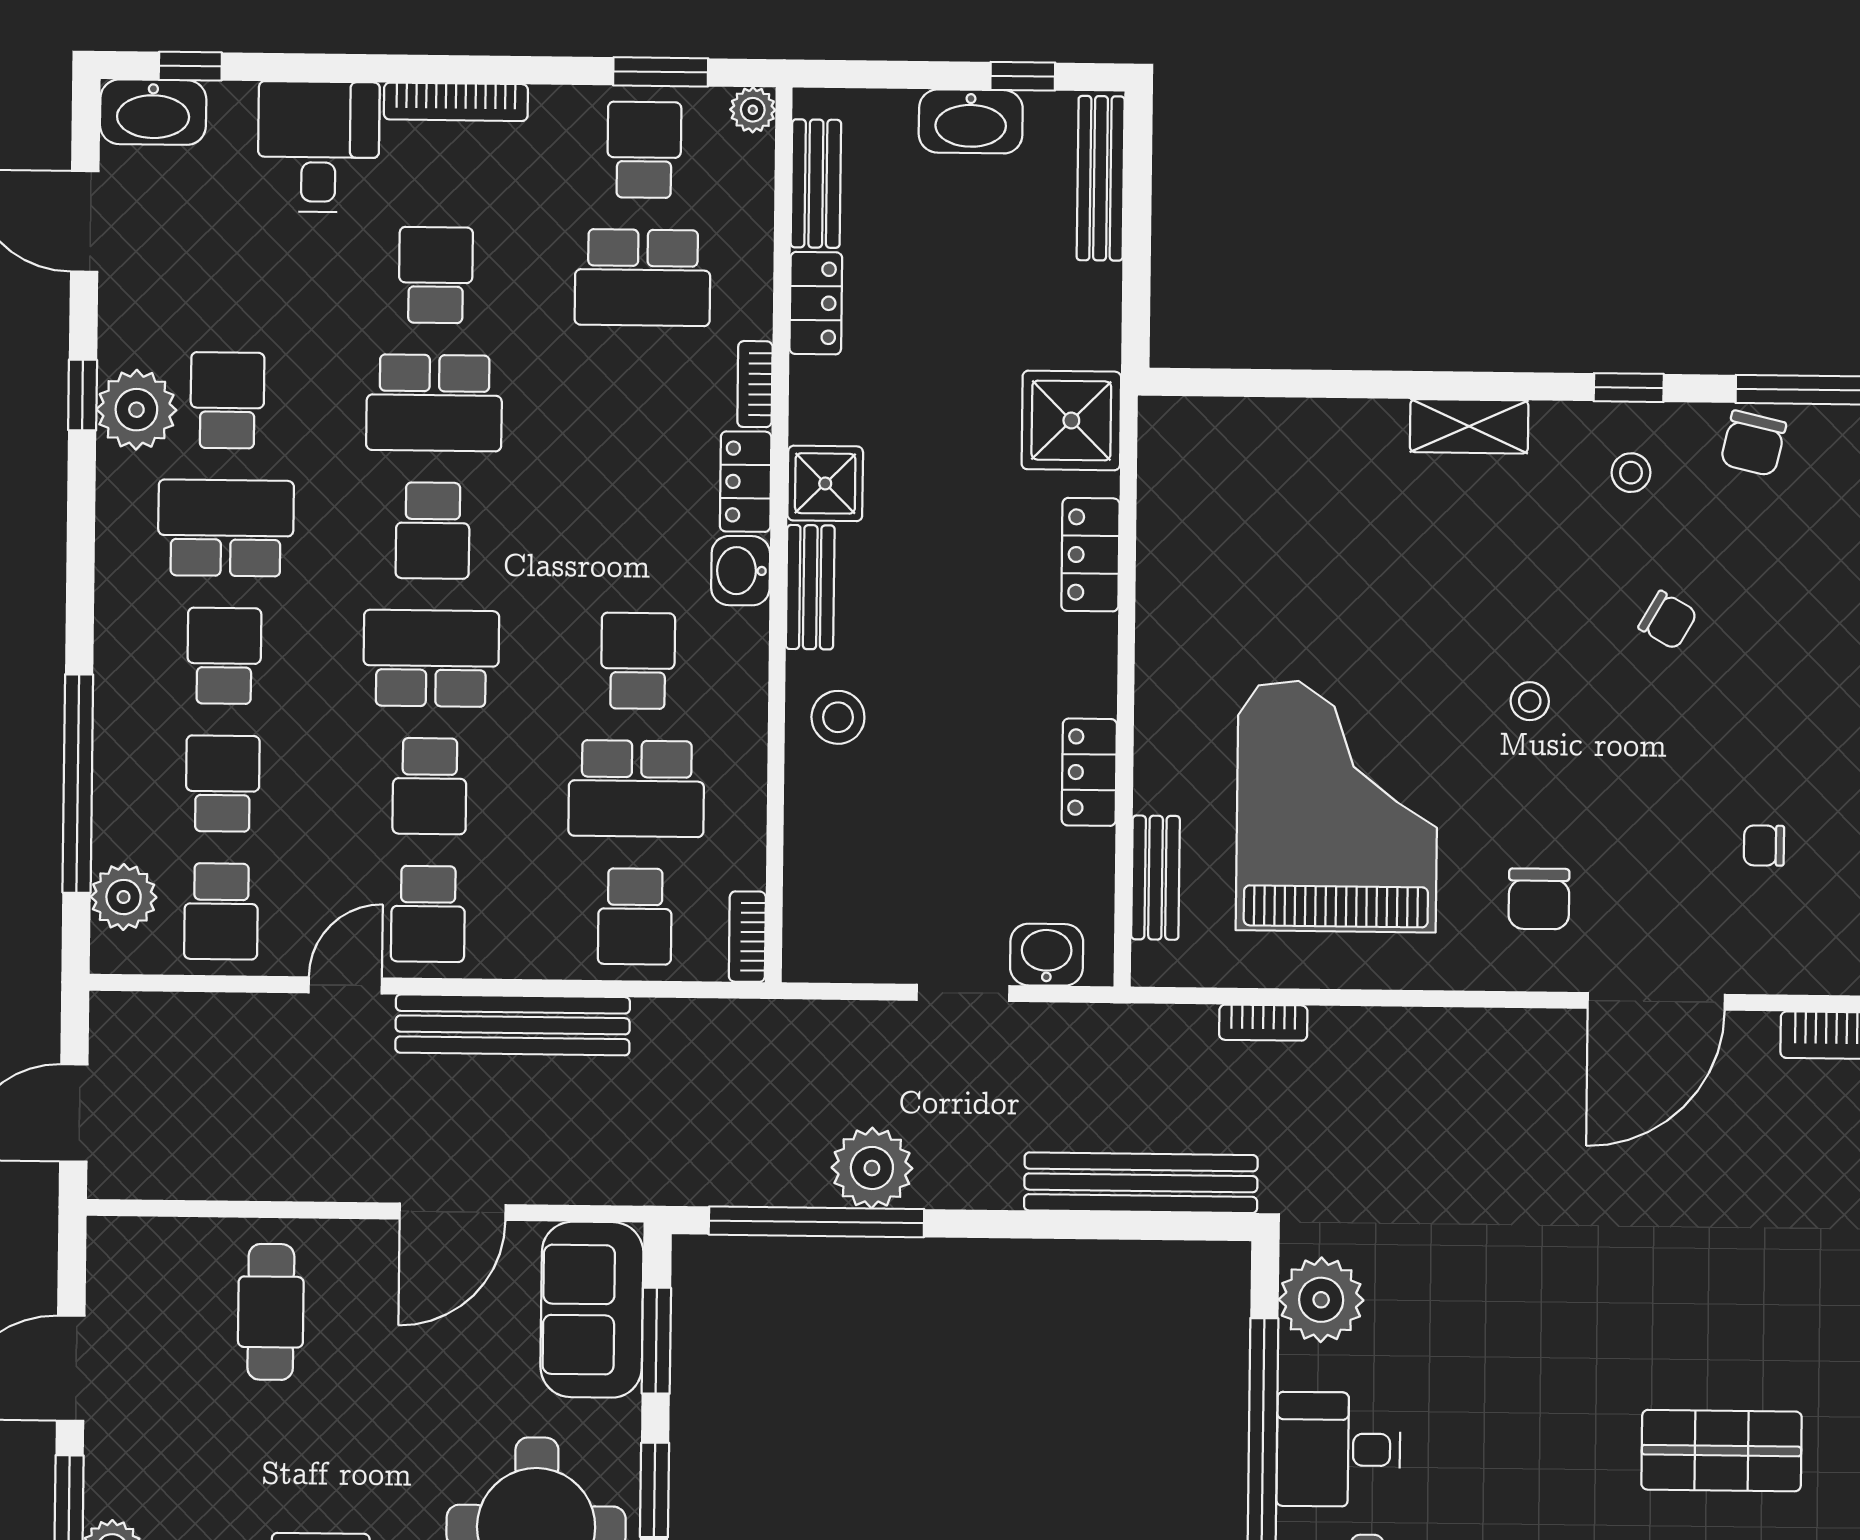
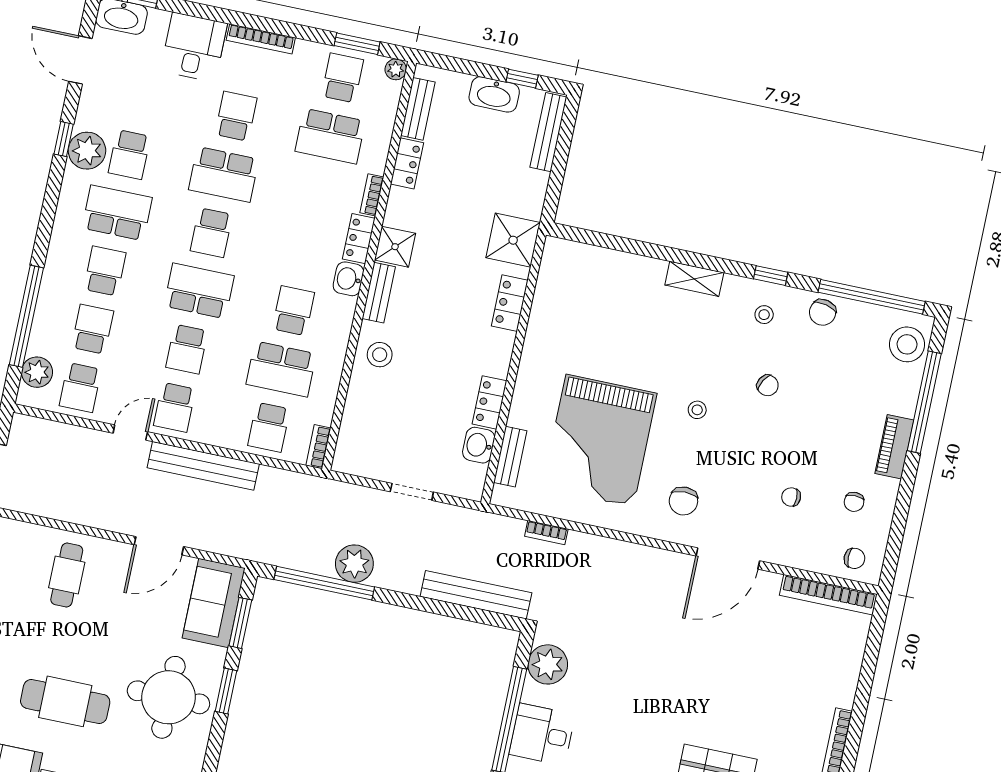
school desk: (227, 400) -> (129, 155), turned 180
grand piano: (1337, 806) -> (600, 440), turned 180
washbasin: (1047, 955) -> (479, 445), moved, turned -90

